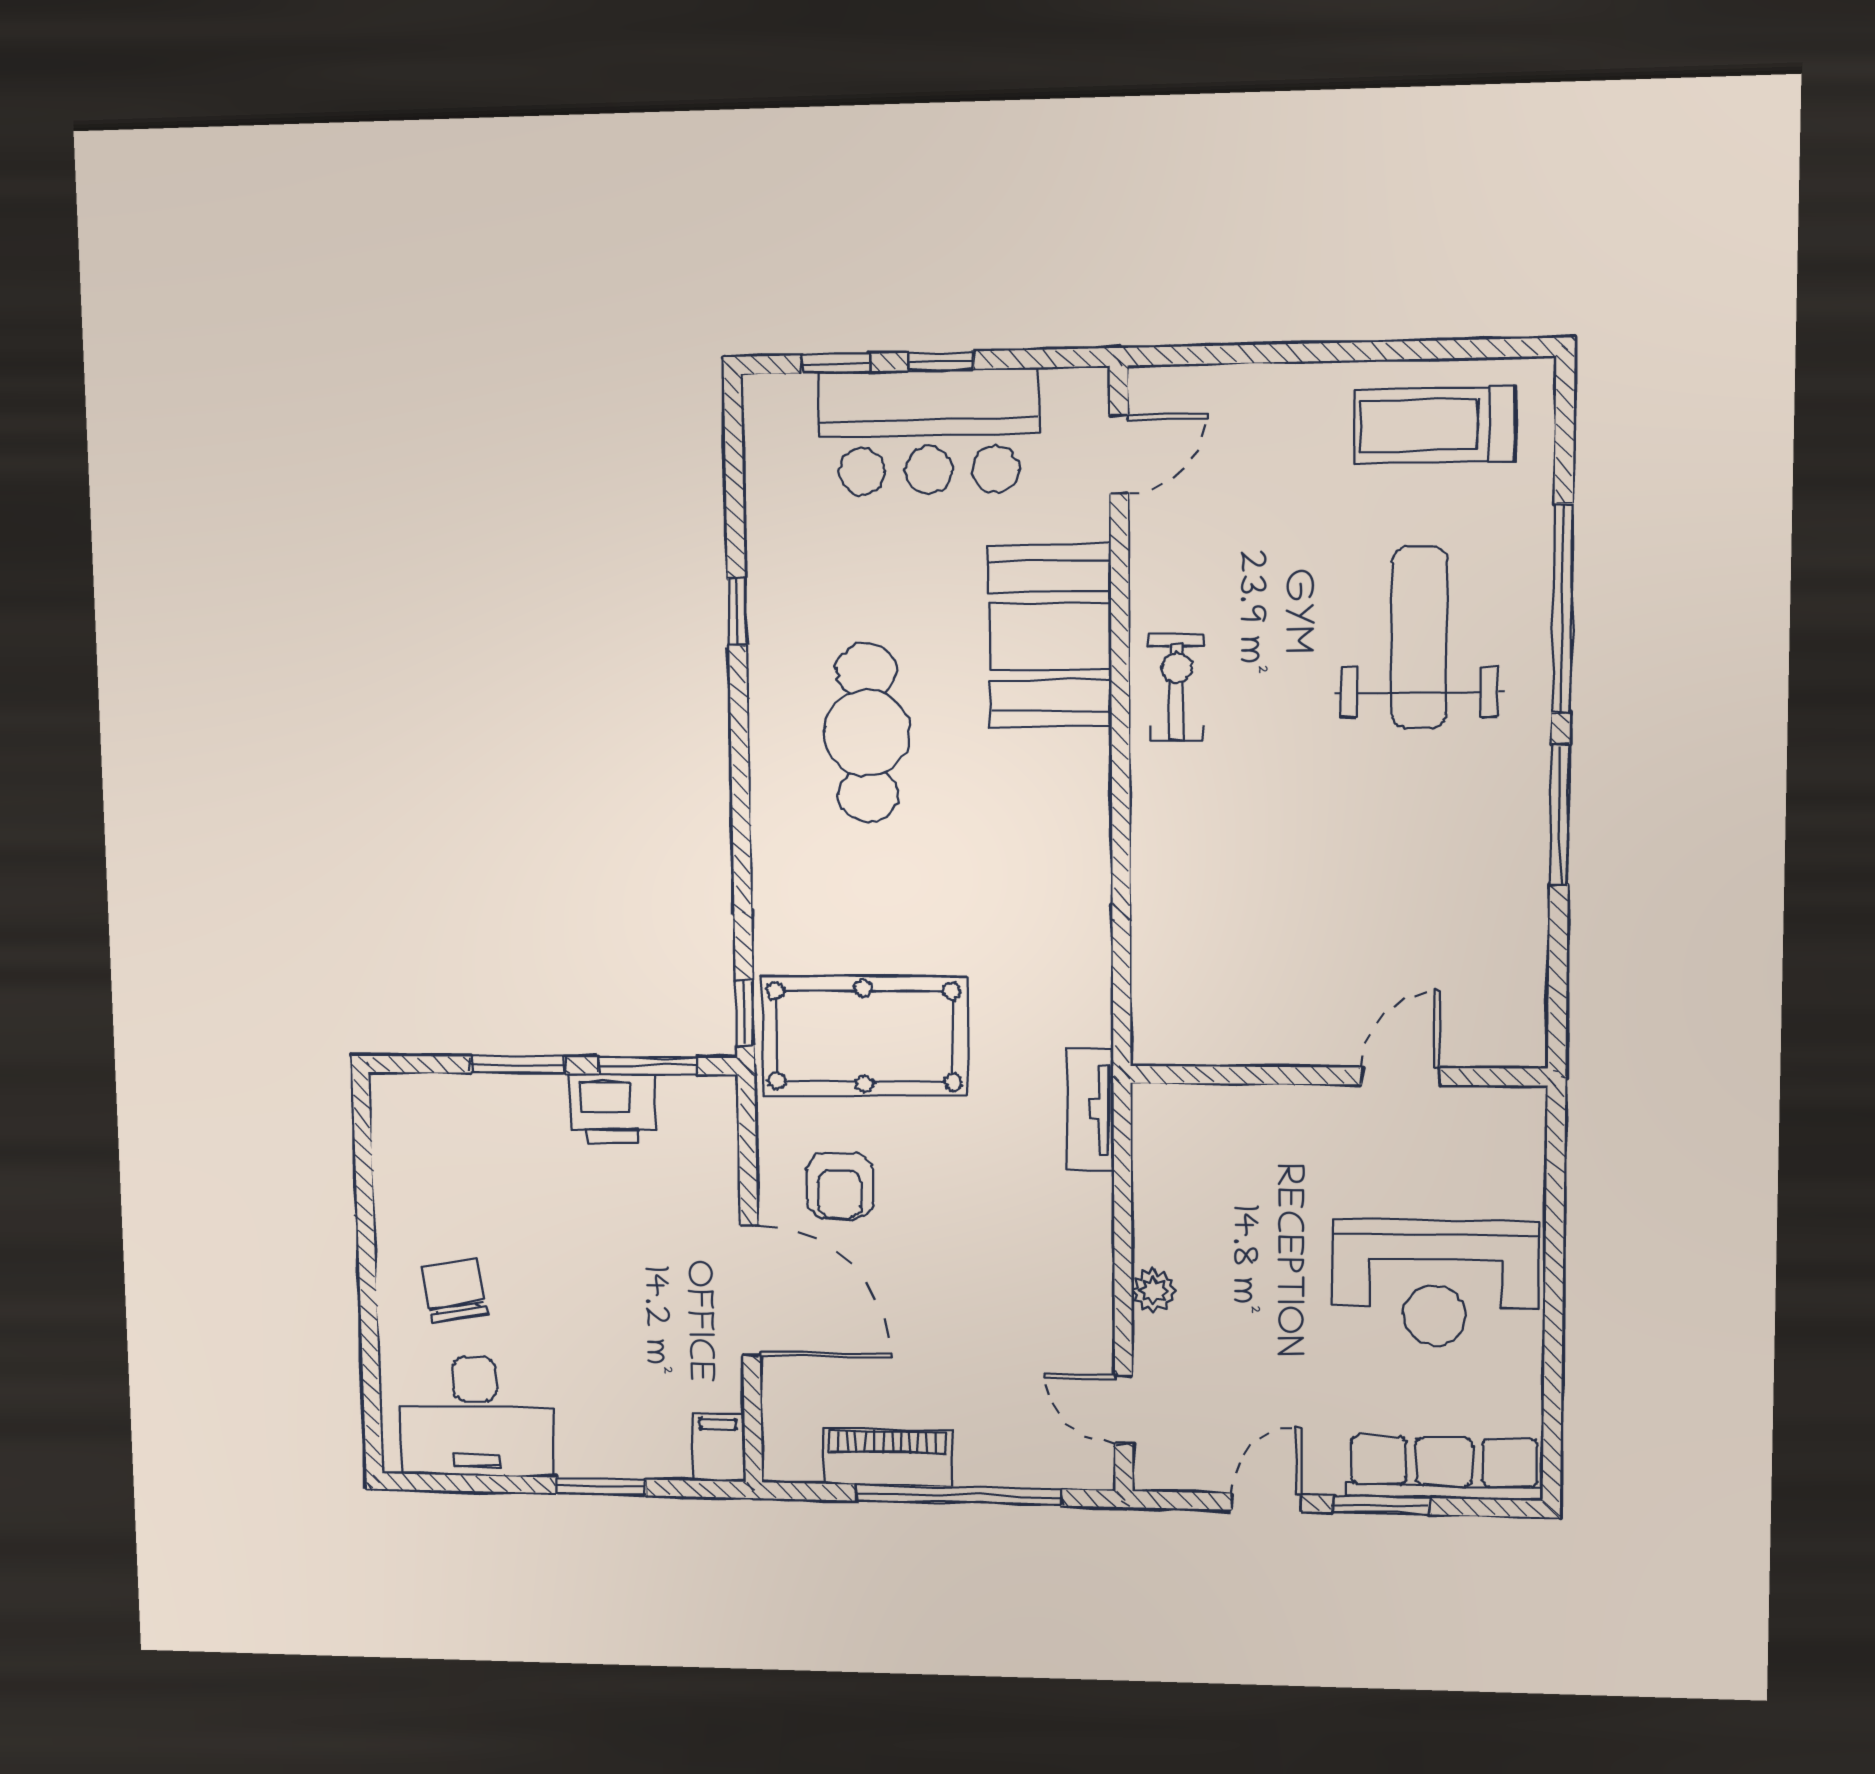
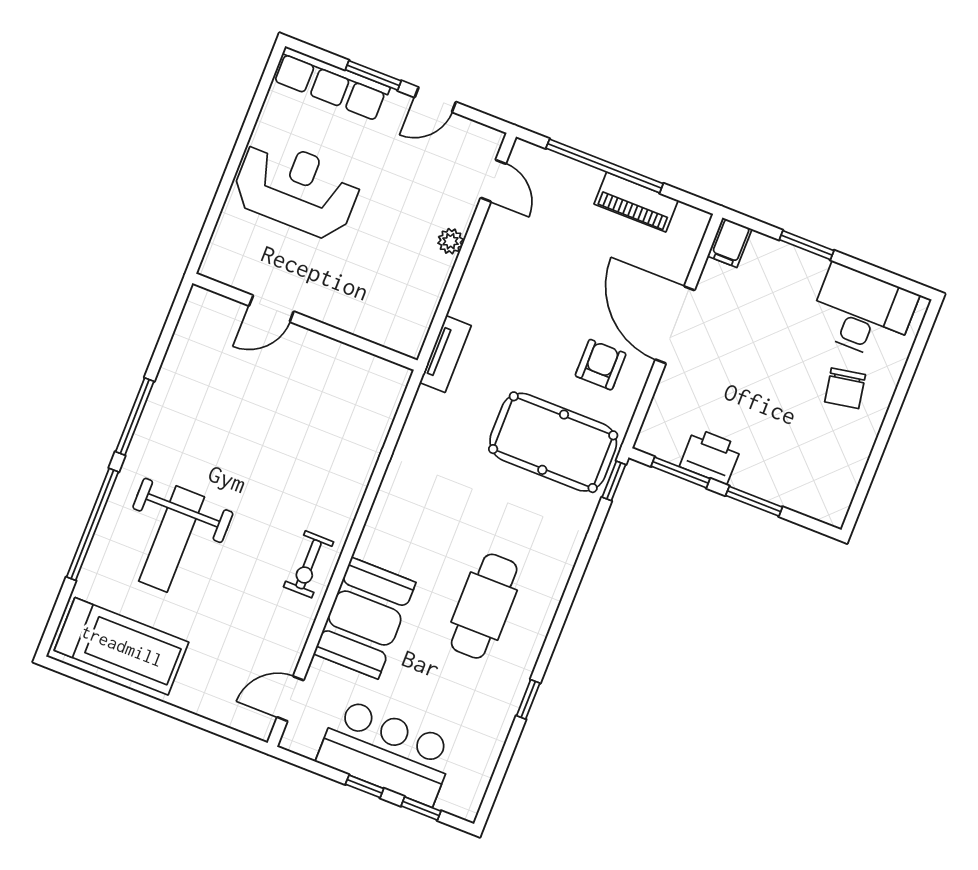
treadmill: (1434, 425) -> (122, 646), width x1.37, depth x1.38

